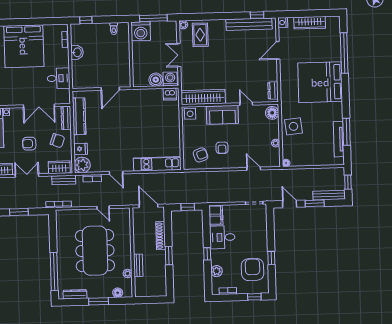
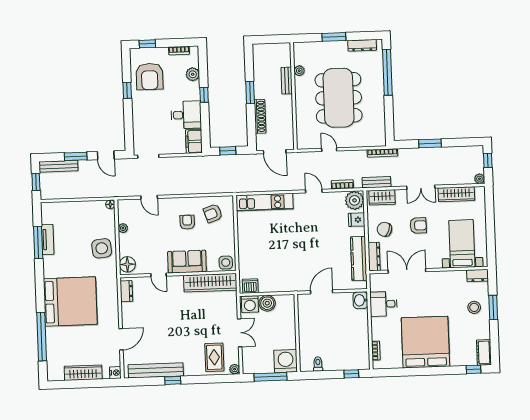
window: (257, 15) -> (173, 380), moved
washbasin: (77, 52) -> (360, 300), moved
tv unit: (339, 139) -> (48, 239), width x0.71
floor lamp: (118, 293) -> (311, 48), removed

